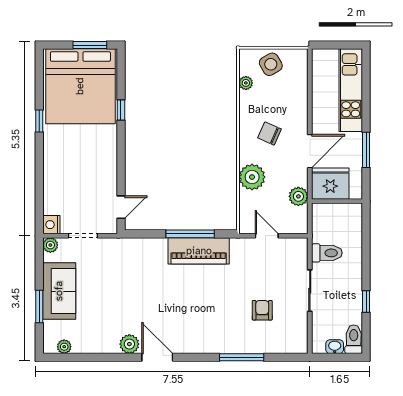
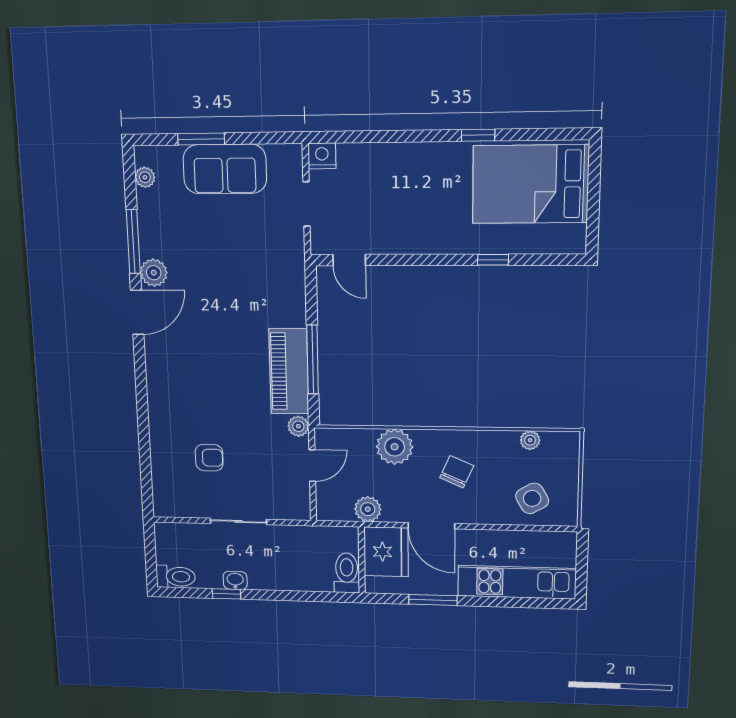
window: (90, 45) -> (593, 212), removed
side table: (271, 64) -> (532, 498), moved
bed: (80, 86) -> (530, 184), width x0.73
plant: (50, 245) -> (298, 426), moved
toilet: (327, 253) -> (347, 573), moved, turned 180
washbasin: (335, 347) -> (235, 580), moved, turned -90
window: (242, 357) -> (133, 242), moved

